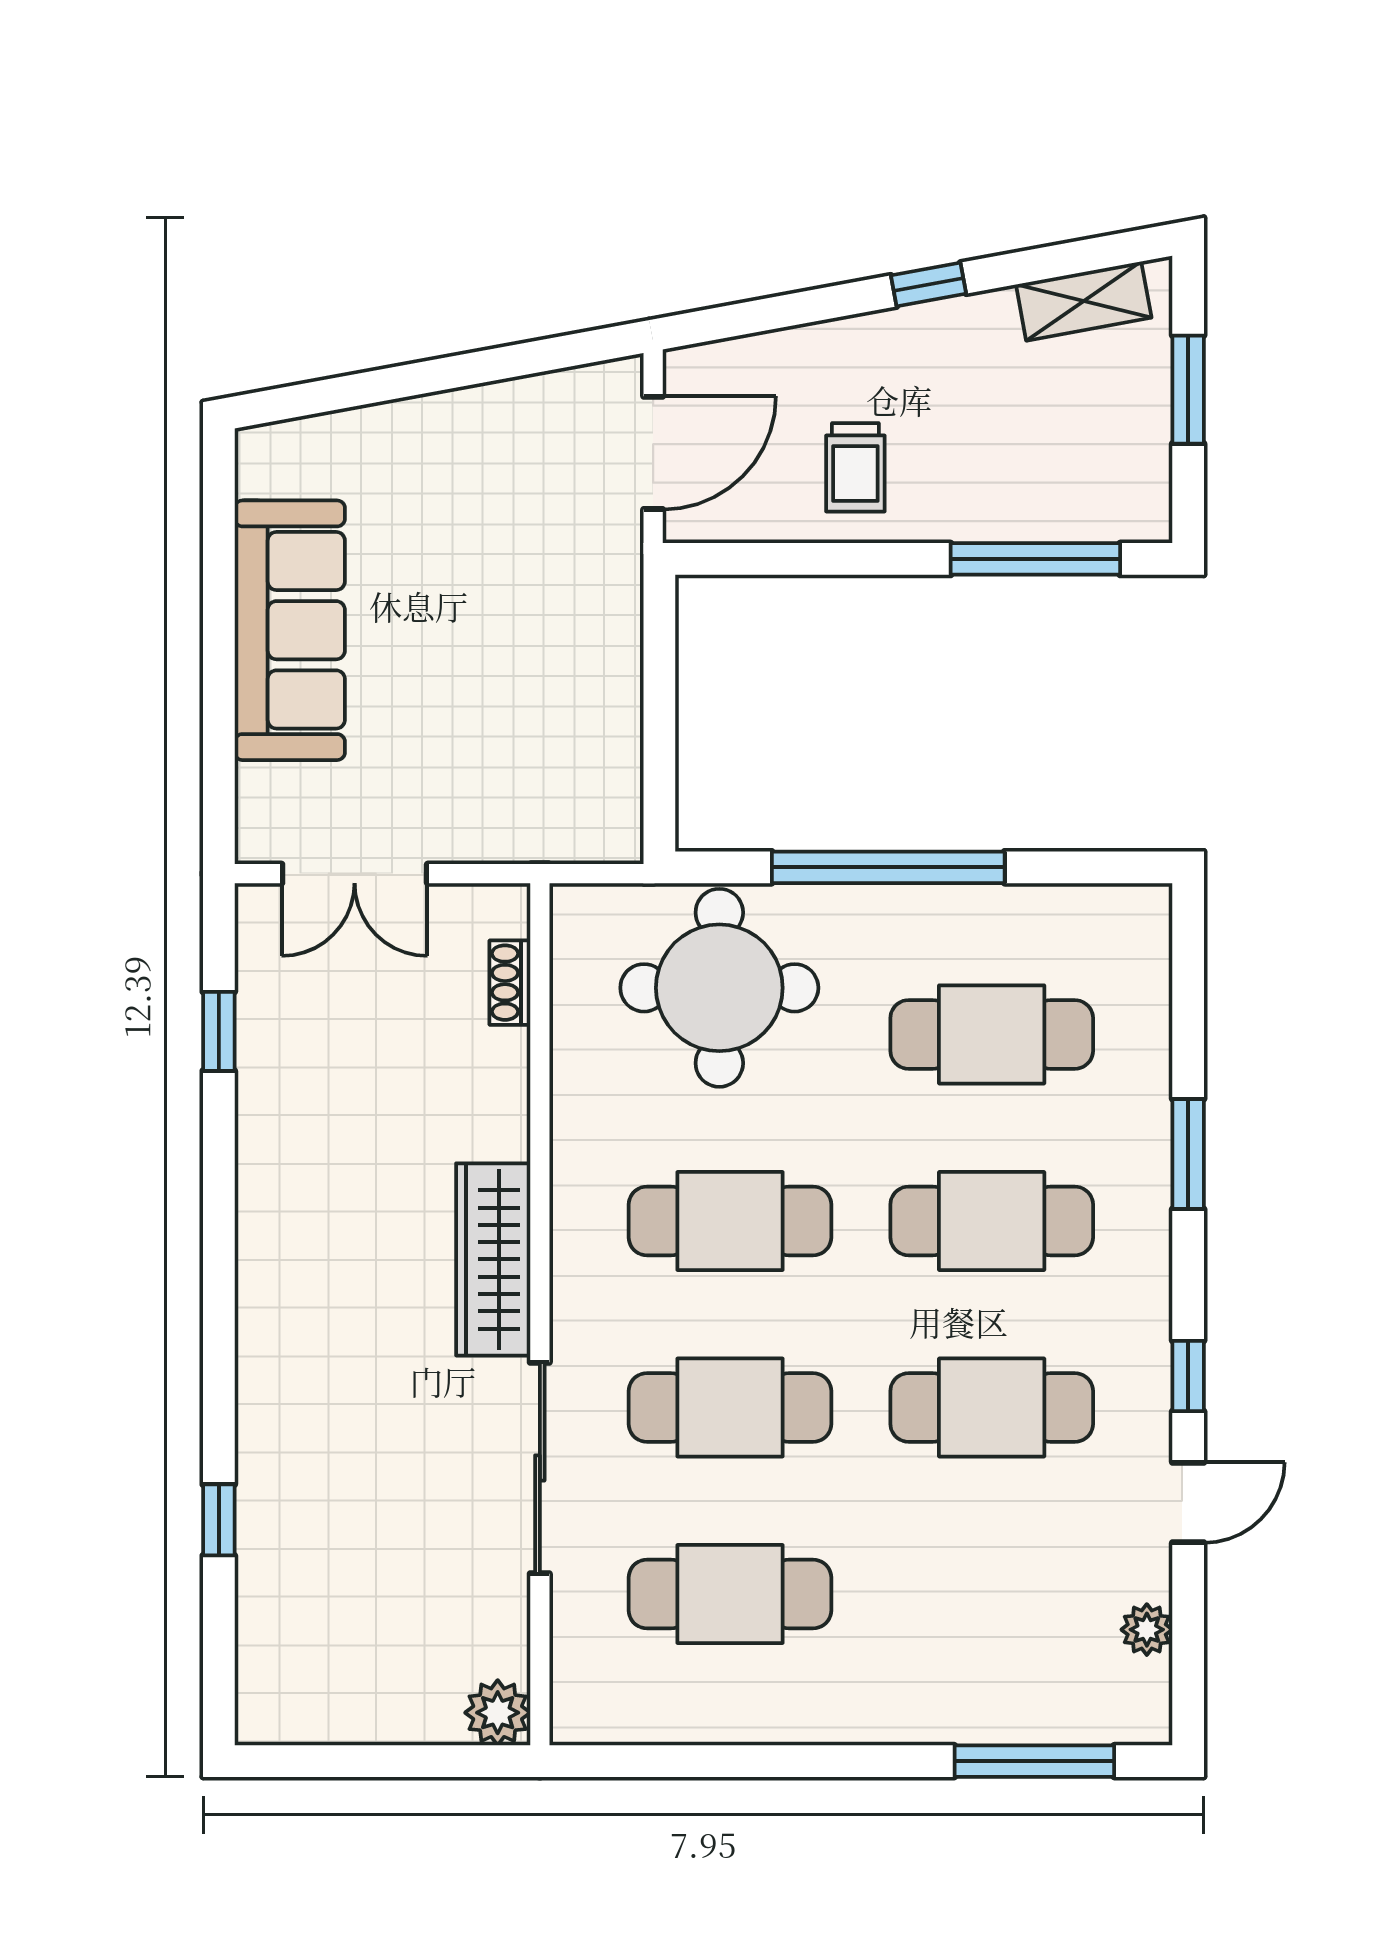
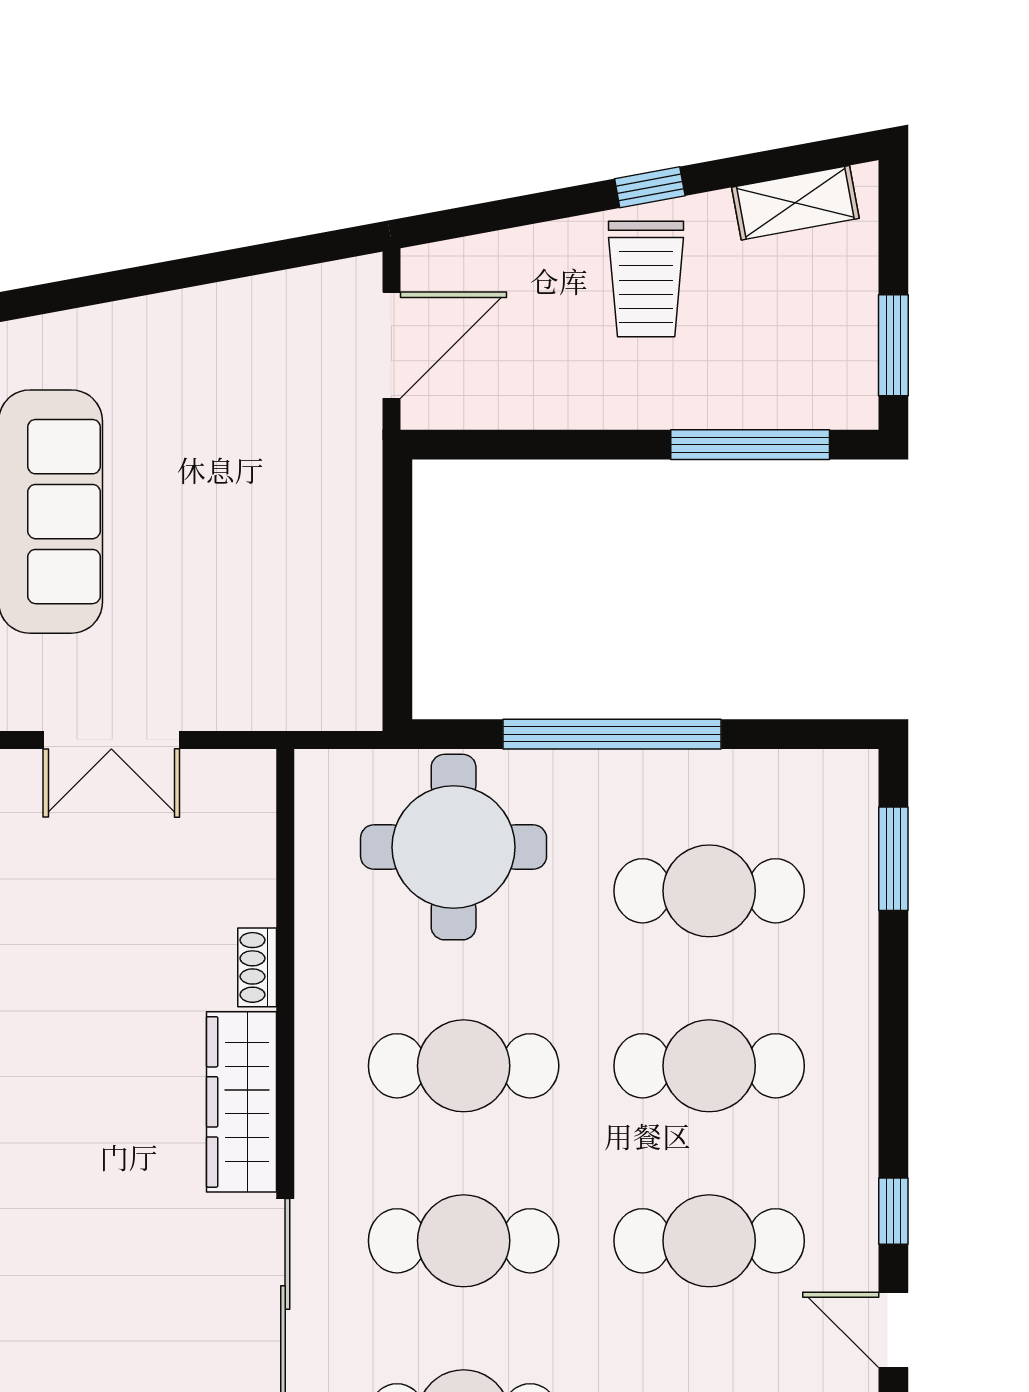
window: (1188, 390) -> (893, 345), moved
trolley: (855, 467) -> (646, 279), moved, width x1.36, depth x1.39
shoe rack: (510, 983) -> (257, 967), moved
window: (1188, 1154) -> (893, 859), moved
door: (1188, 1502) -> (893, 1330), swing flipped

